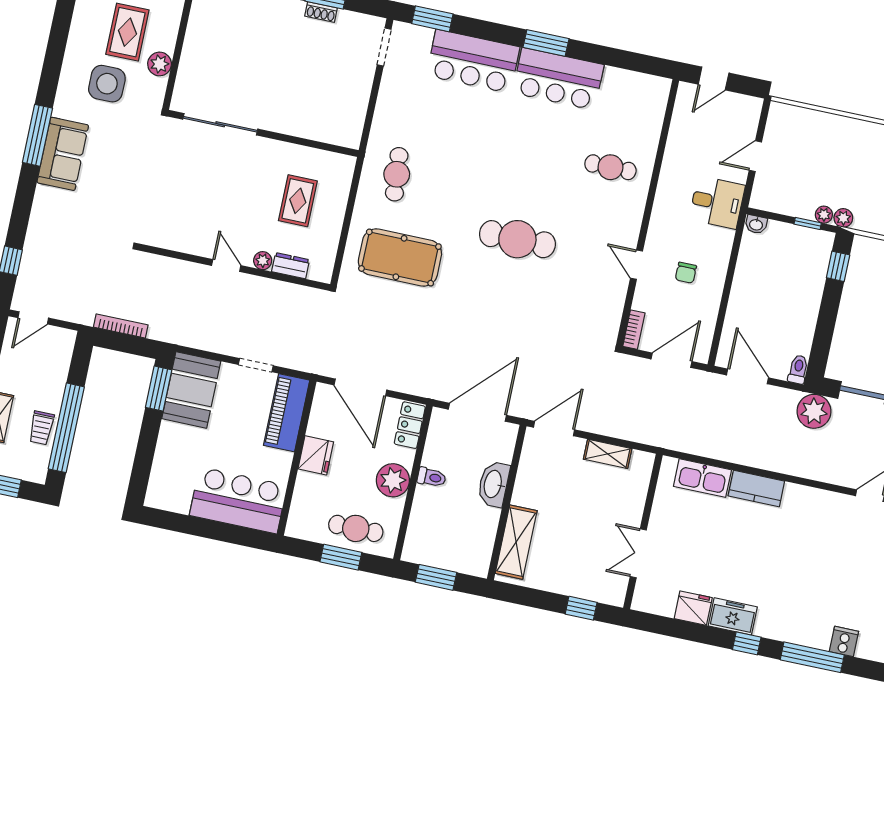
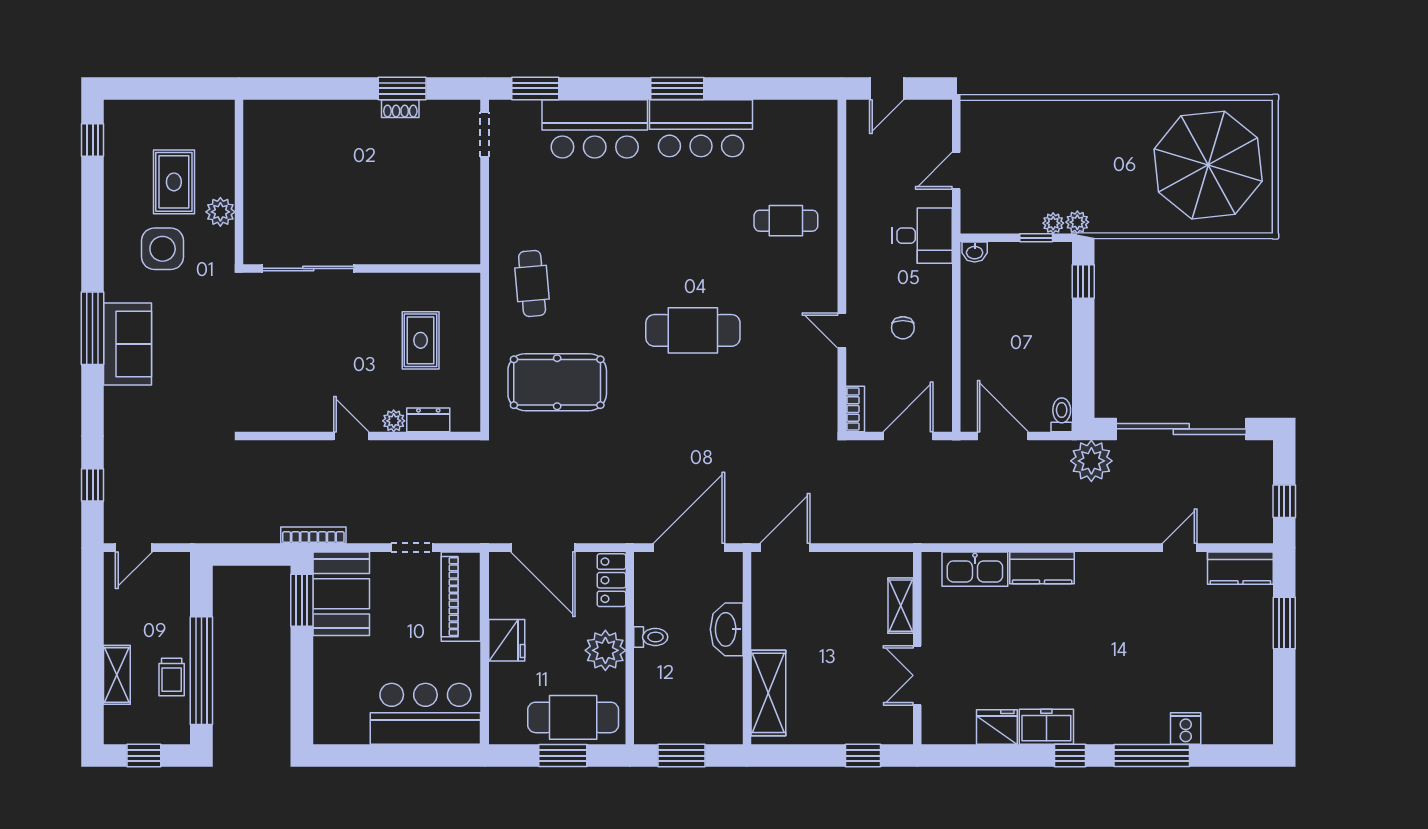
bookcase: (121, 326) -> (313, 535), moved
shelving: (608, 454) -> (901, 606), moved, turned 90
cafe table: (356, 528) -> (573, 717), width x1.37, depth x1.35

